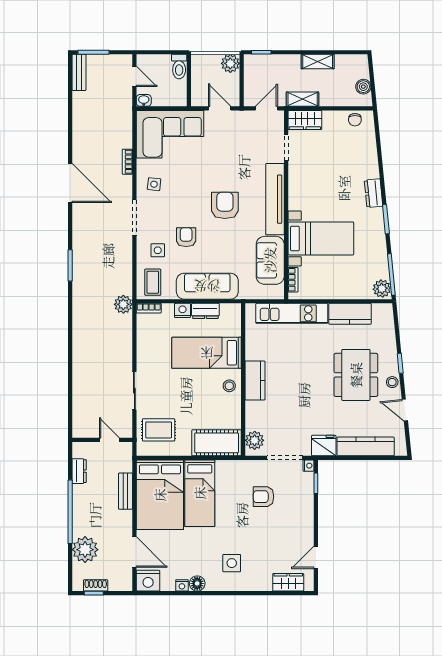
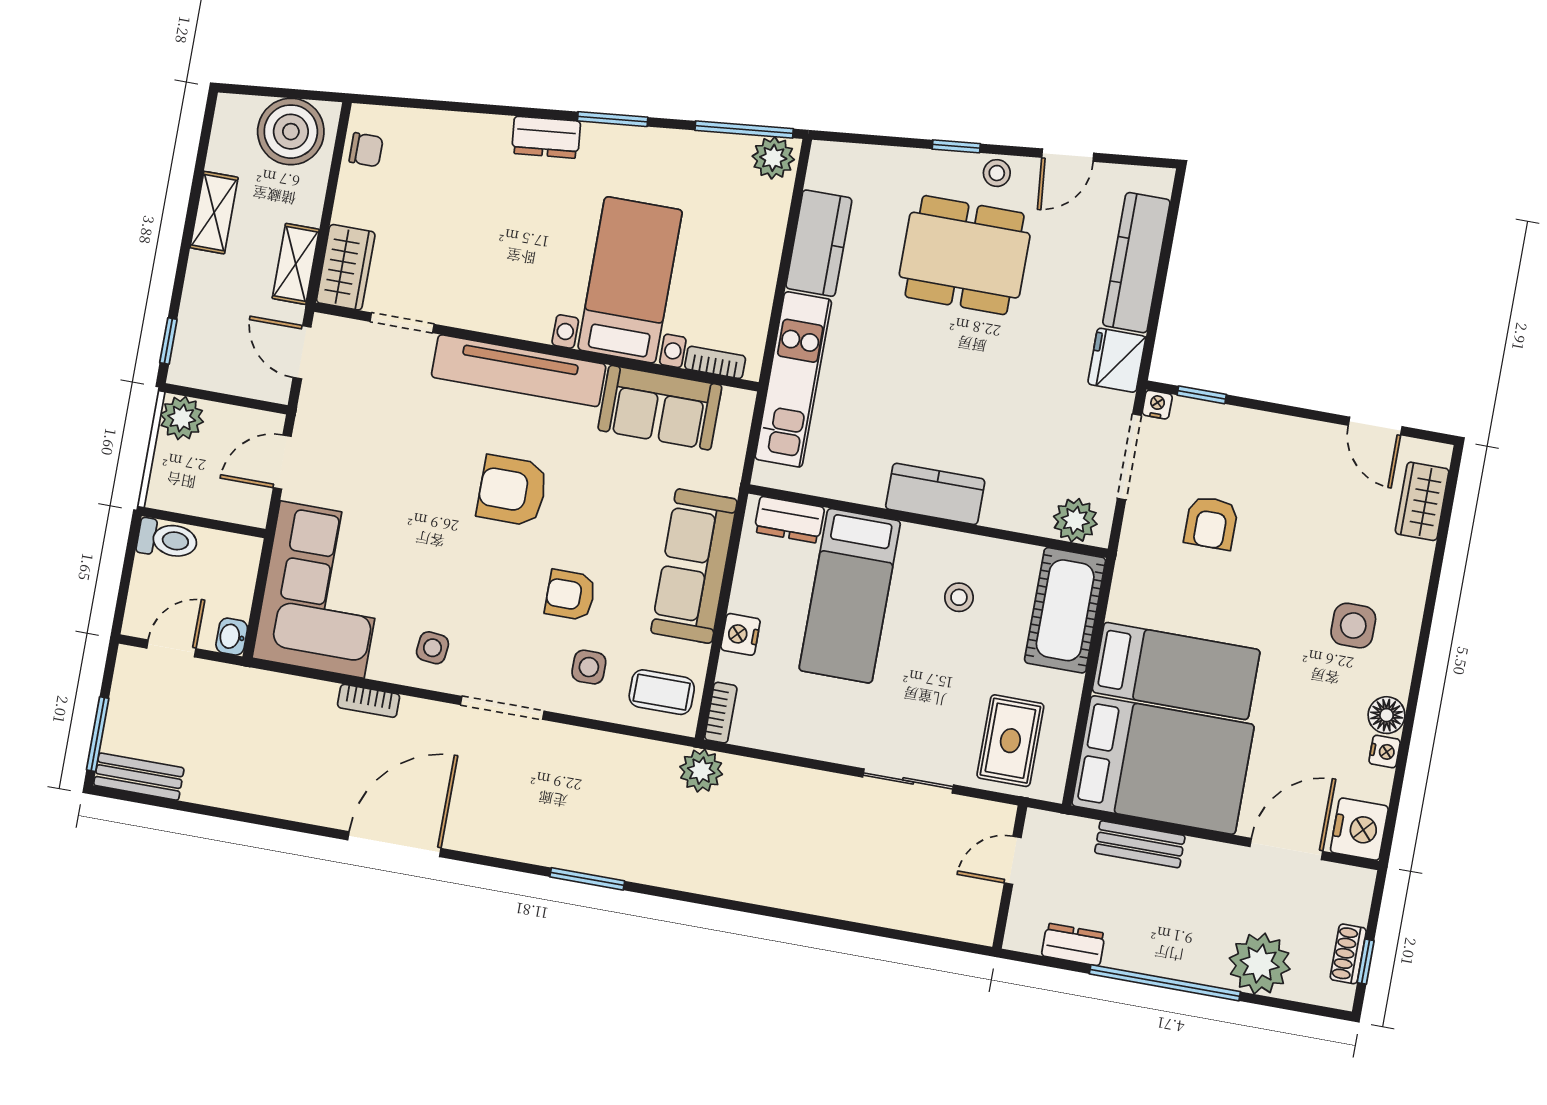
boiler: (363, 87) -> (291, 132), width x1.86, depth x1.86
dresser: (205, 311) -> (789, 520), moved, turned 90
stool: (229, 386) -> (959, 597), moved

